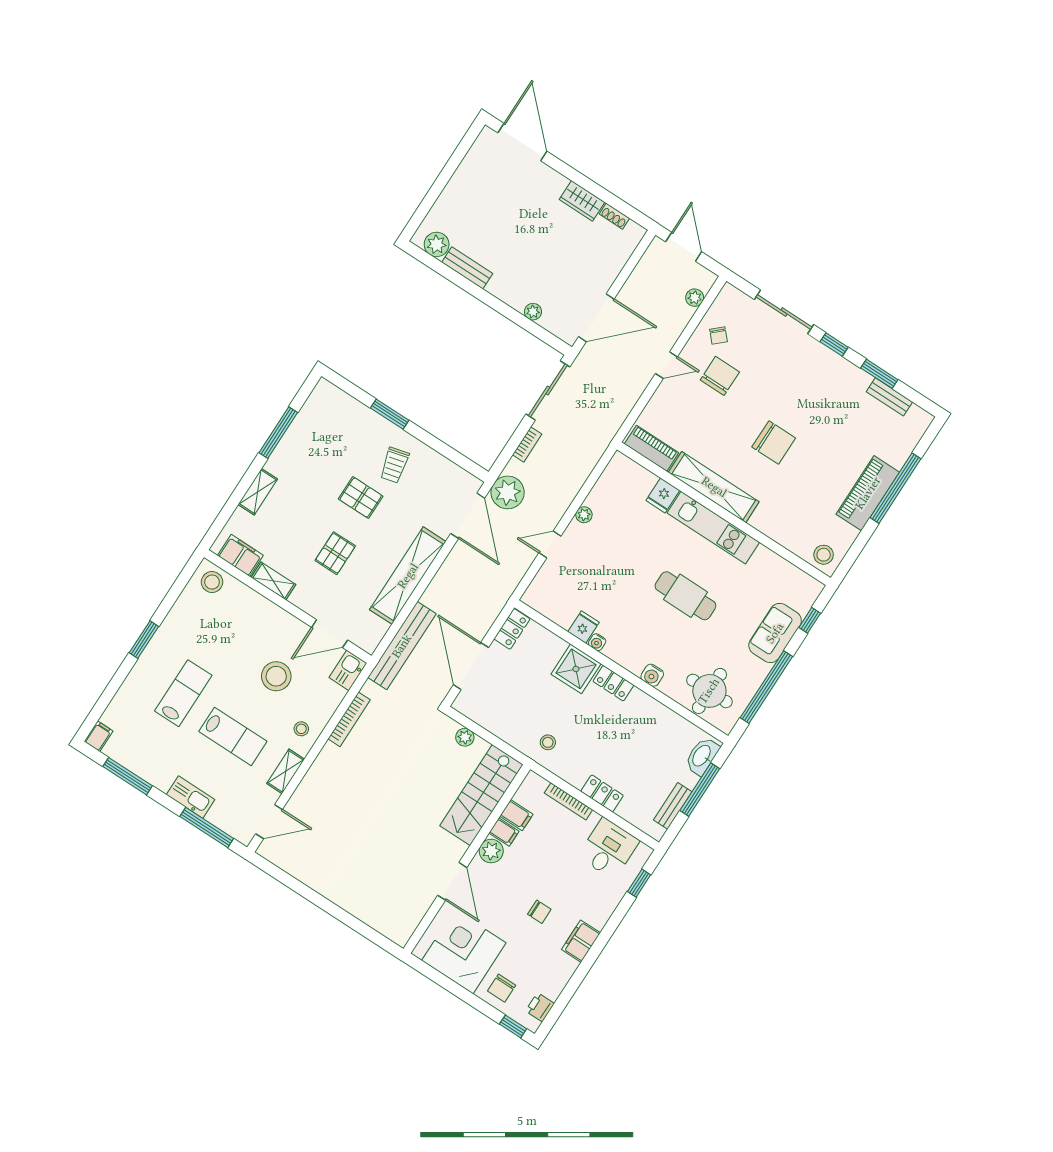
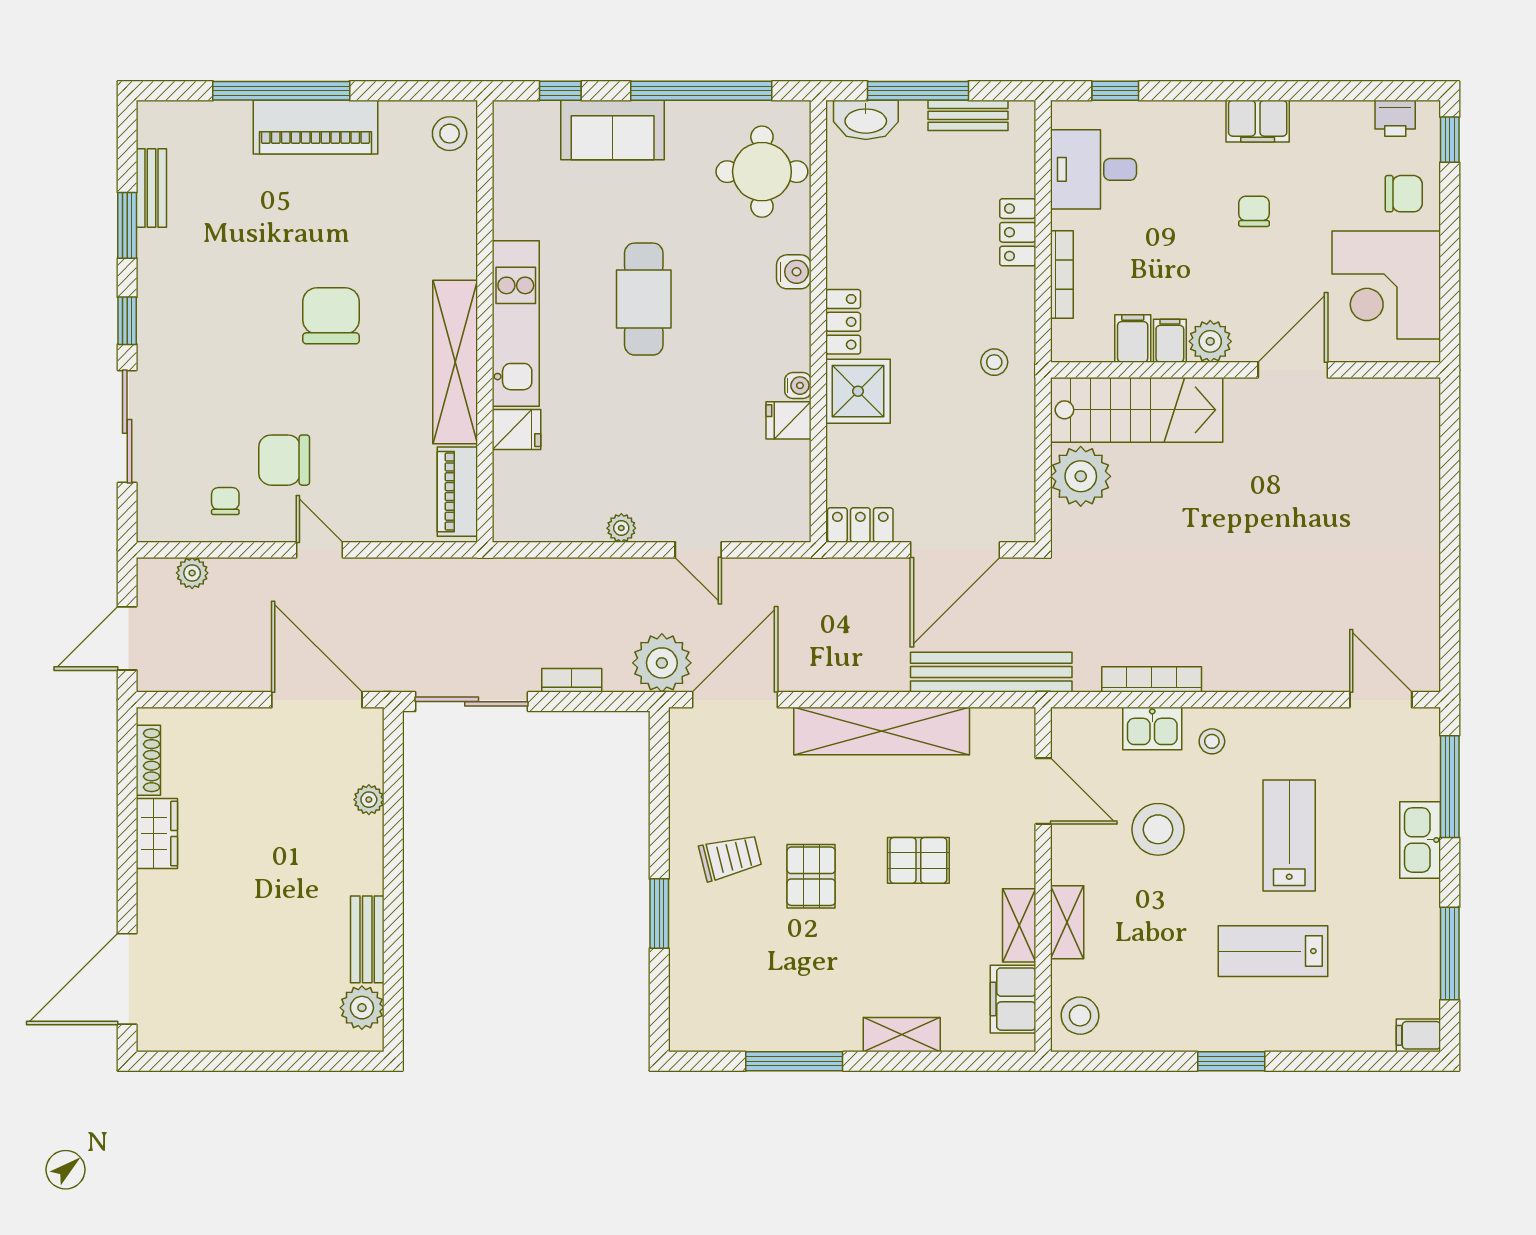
shoe rack: (614, 216) -> (148, 760), width x1.43
chair: (718, 336) -> (225, 501), turned -48
kitchen sink: (348, 670) -> (1152, 728), moved
plant: (465, 737) -> (1081, 476), width x1.88, depth x1.88
shelving: (286, 771) -> (1067, 922), moved, turned 90

